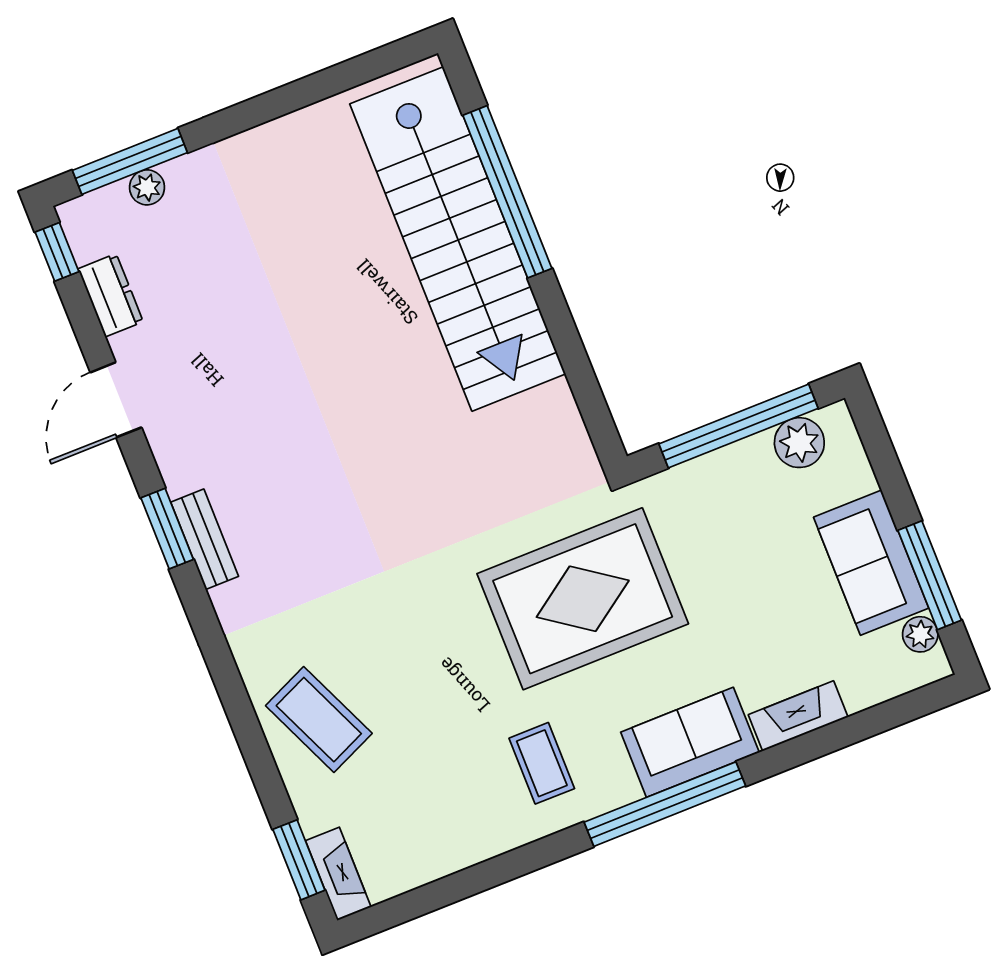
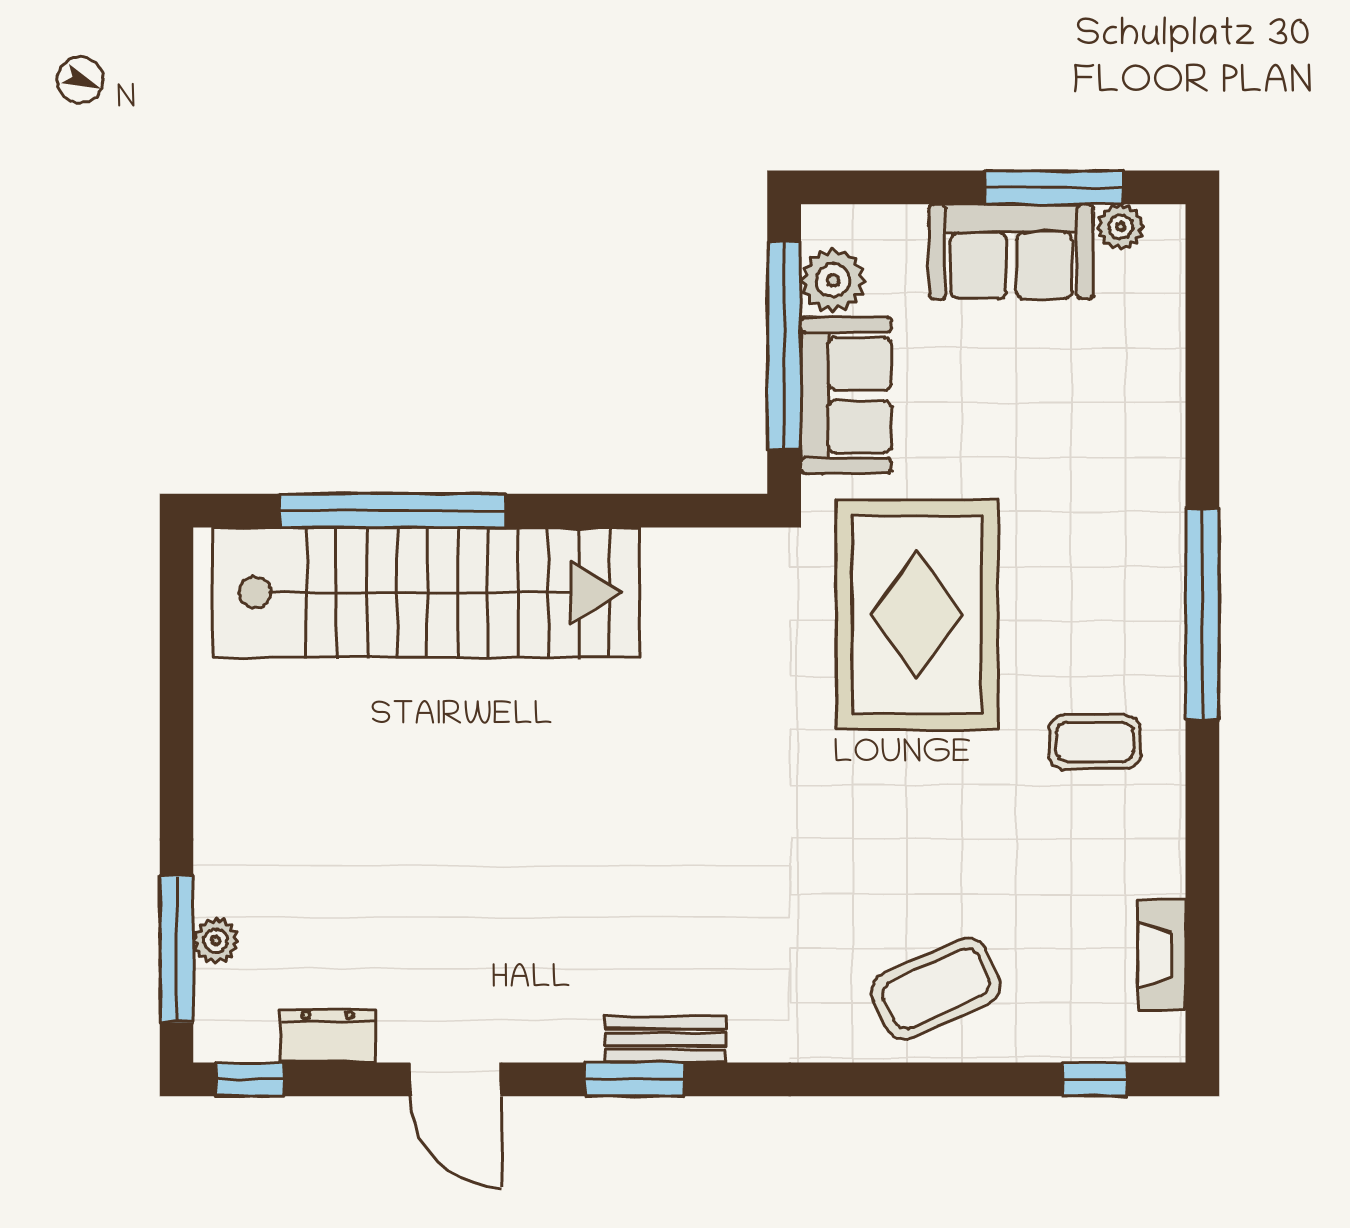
fireplace: (798, 716) -> (1160, 412), removed
sofa: (690, 742) -> (846, 395), moved, turned 180
window: (299, 860) -> (1095, 1079), width x0.67
fireplace: (338, 874) -> (1162, 955), moved, turned -90

